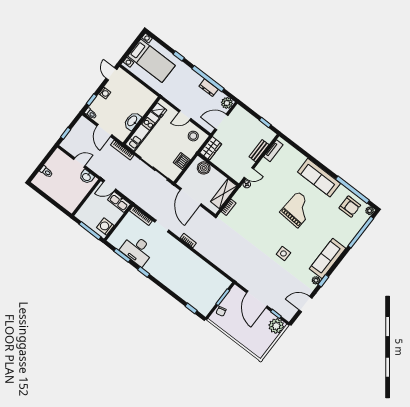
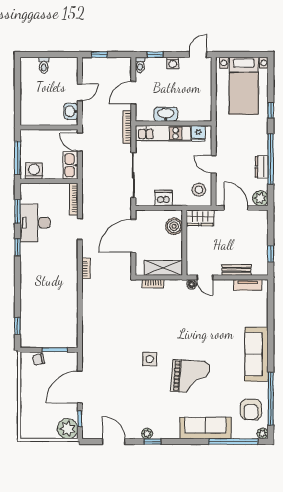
door: (79, 163) -> (80, 92), hinge flipped
grand piano: (298, 210) -> (190, 377), moved
side table: (283, 253) -> (150, 359), moved
sofa: (328, 258) -> (205, 428), moved

